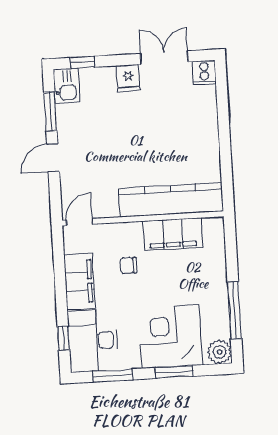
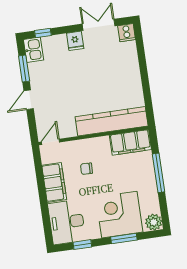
filing cabinet: (173, 234) -> (130, 142), moved
window: (234, 310) -> (158, 173), moved
window: (63, 338) -> (46, 222), removed
window: (113, 375) -> (82, 245), width x0.67

